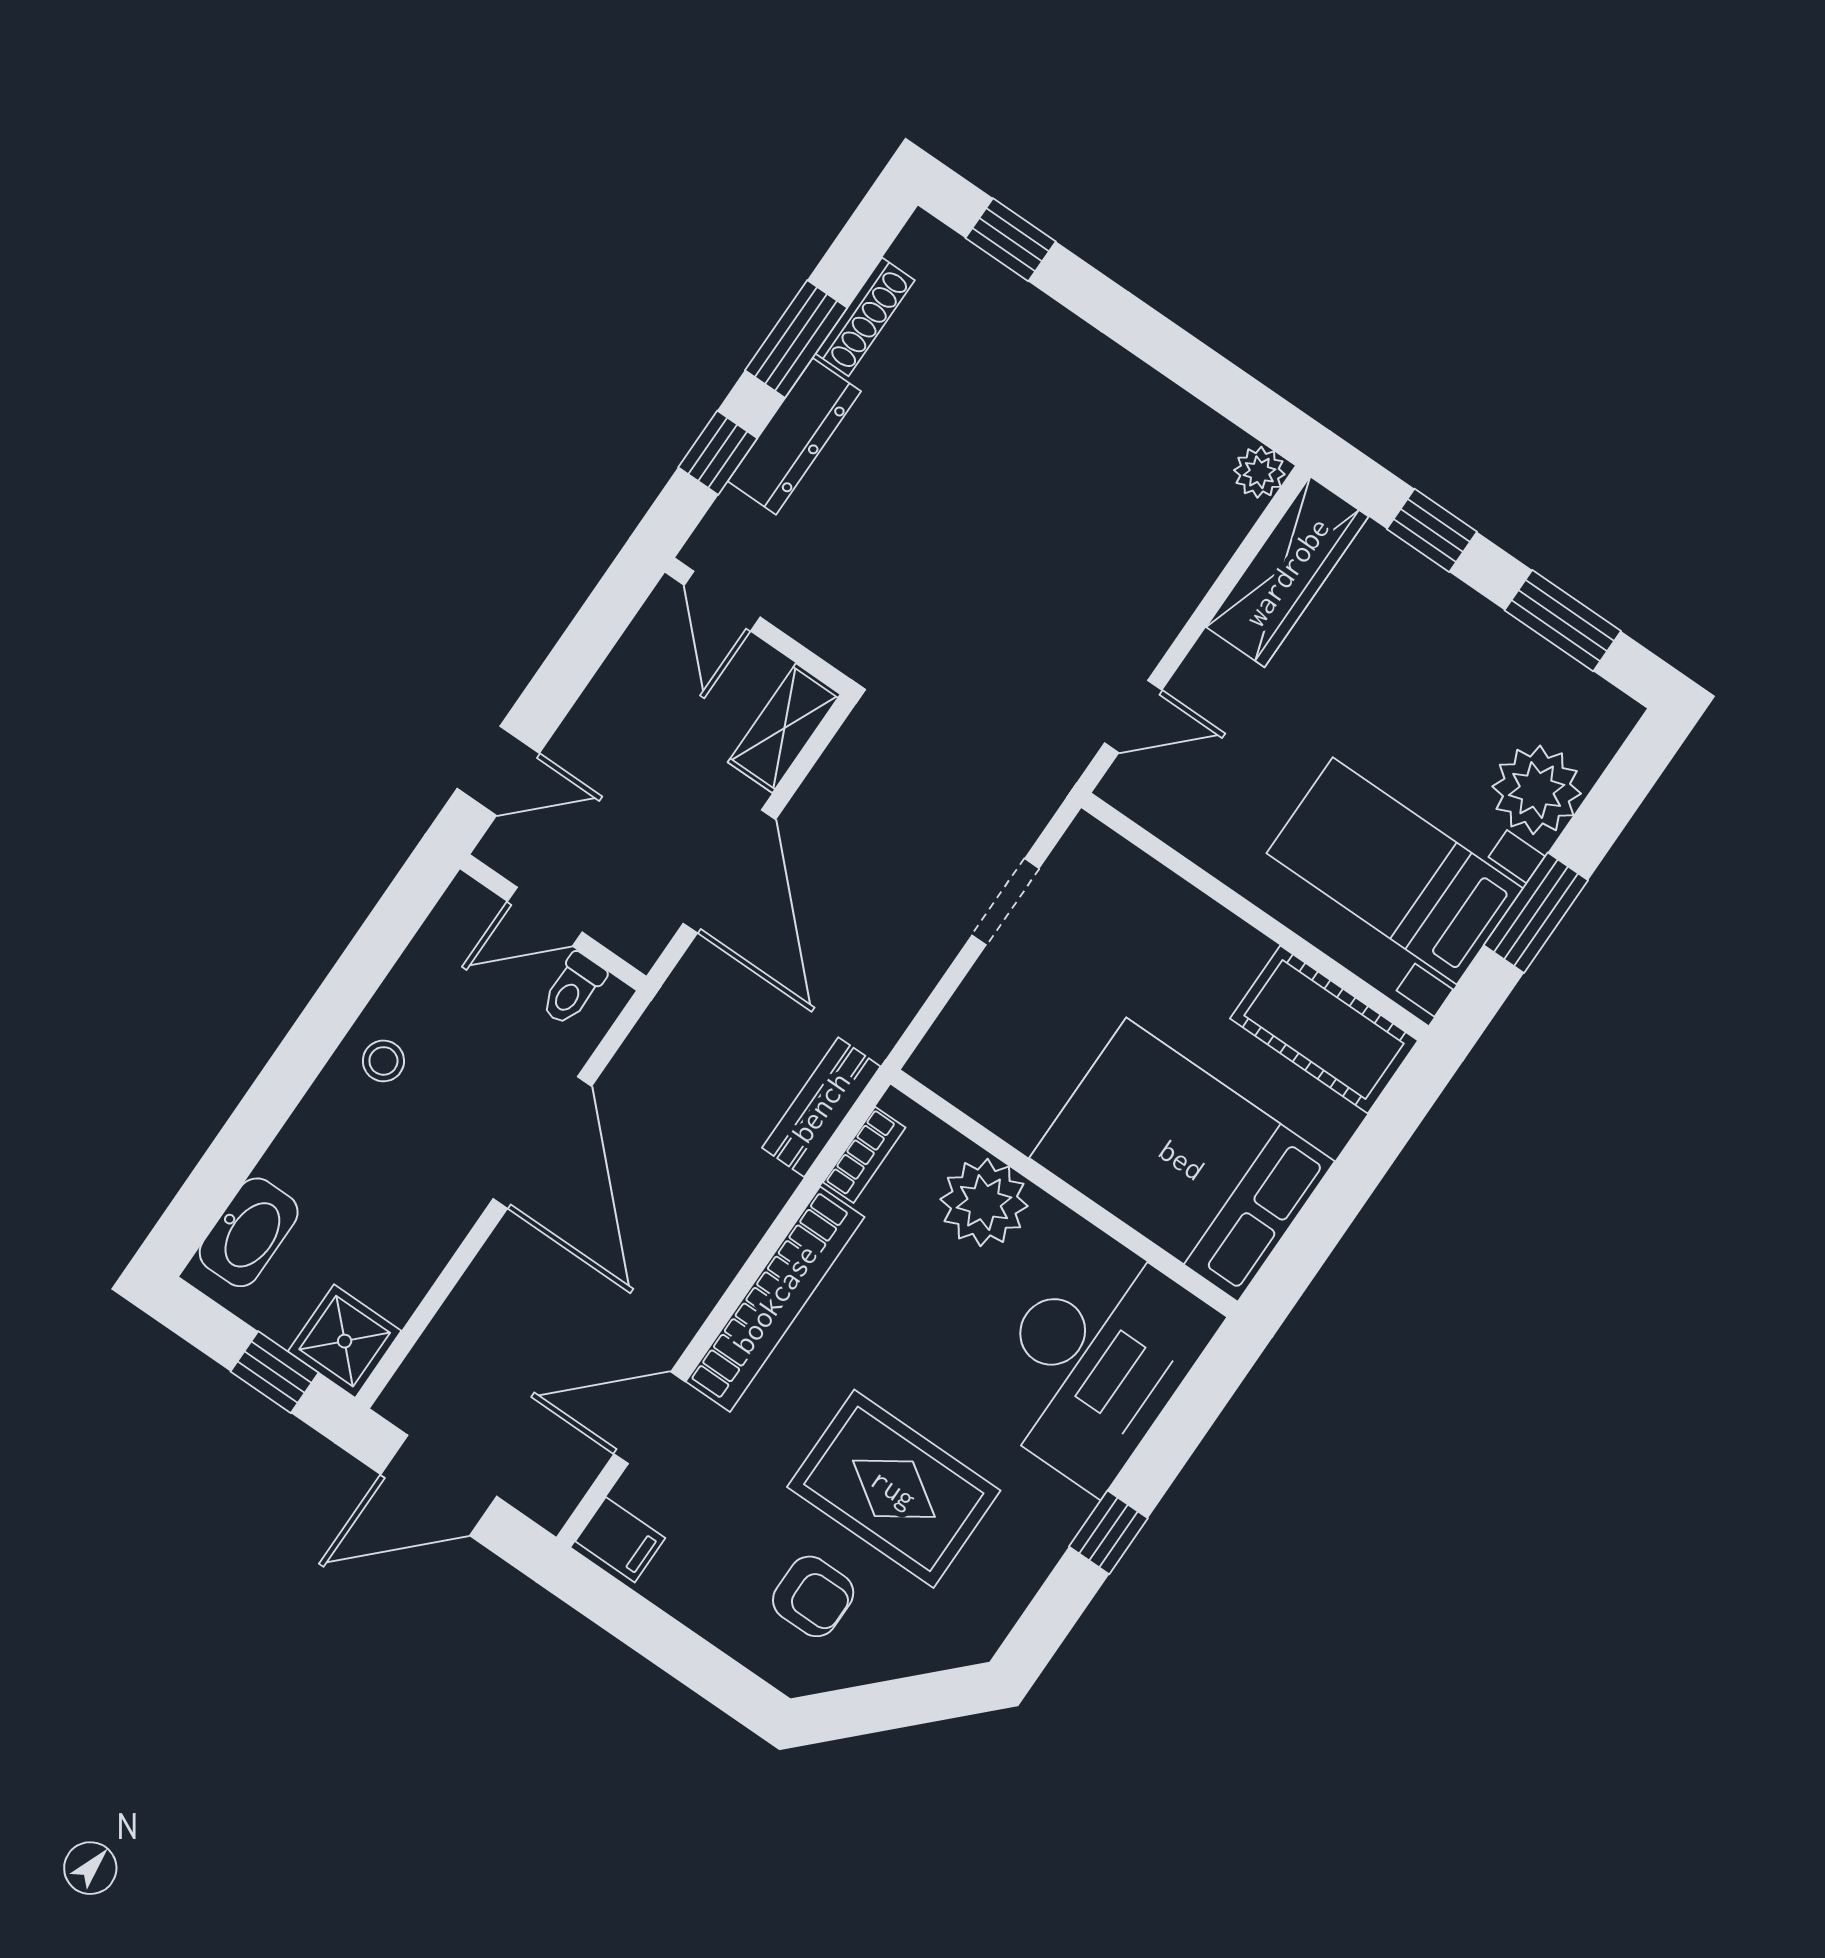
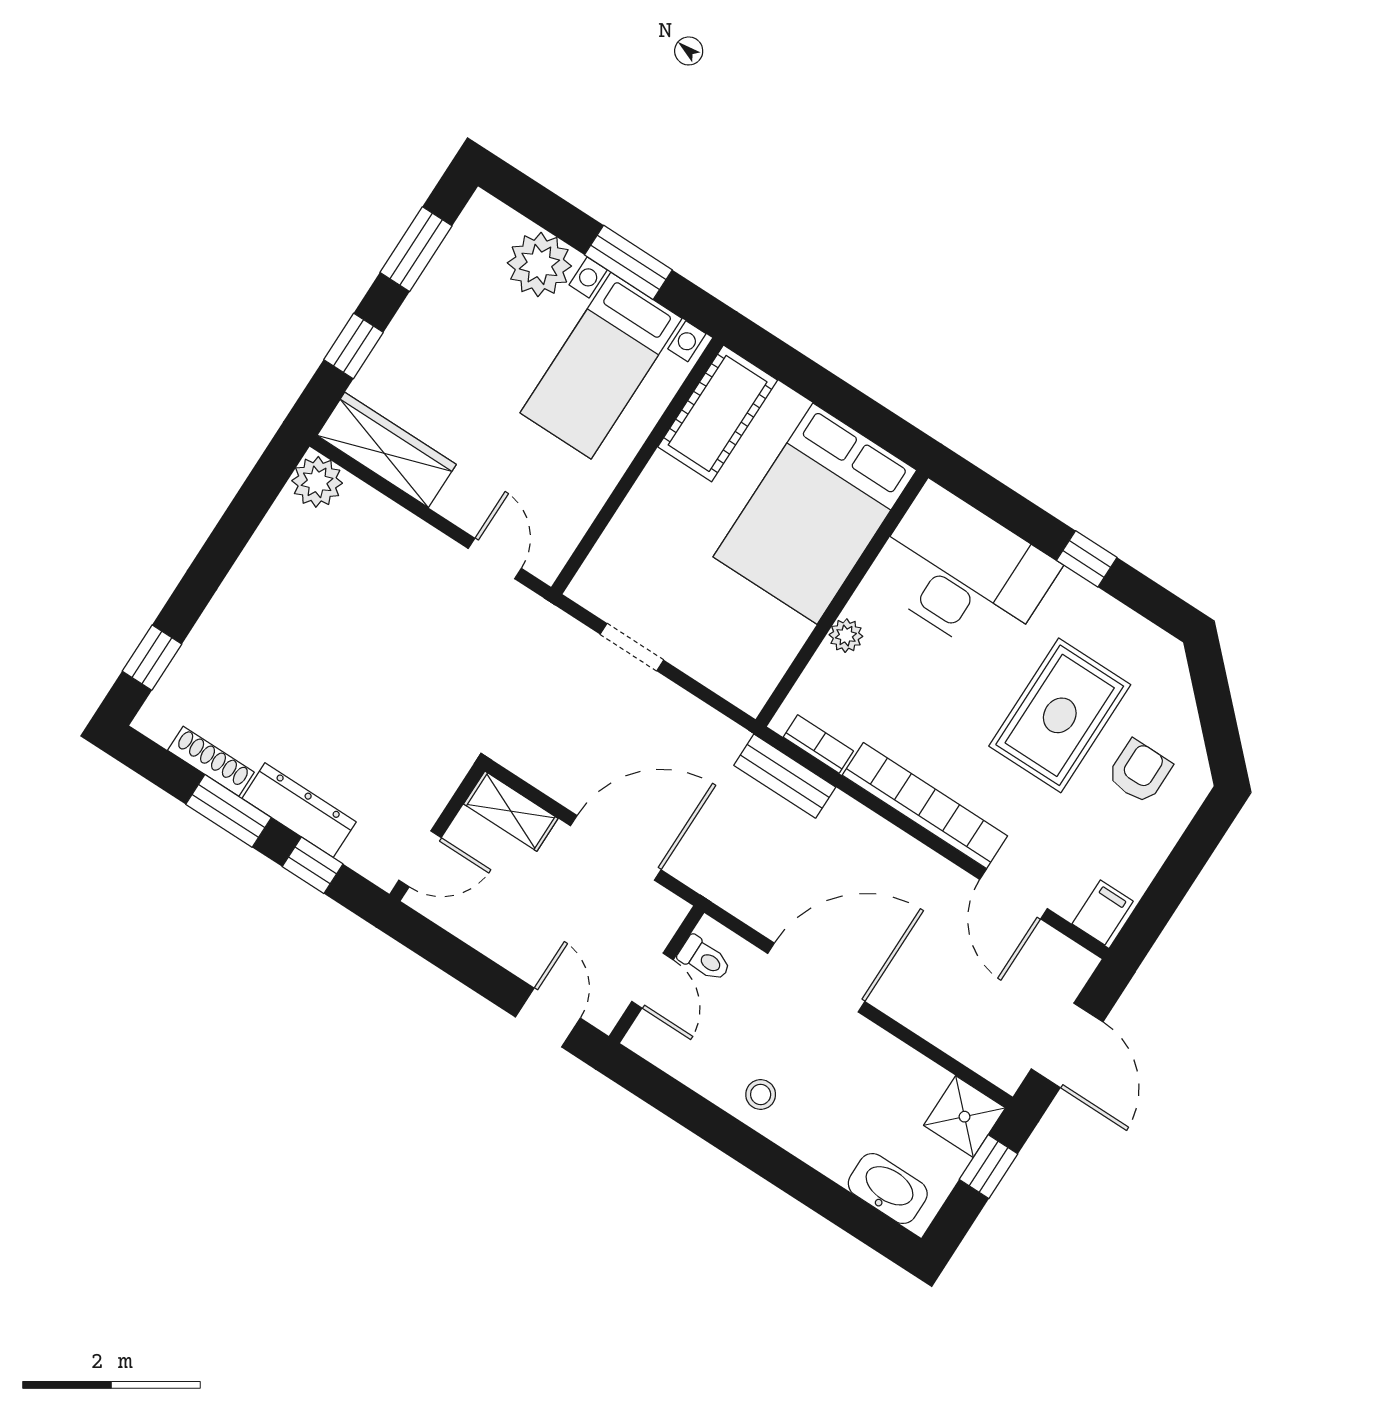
plant: (1259, 472) -> (317, 482), width x1.38, depth x1.38
plant: (984, 1203) -> (846, 636), width x0.53, depth x0.53

